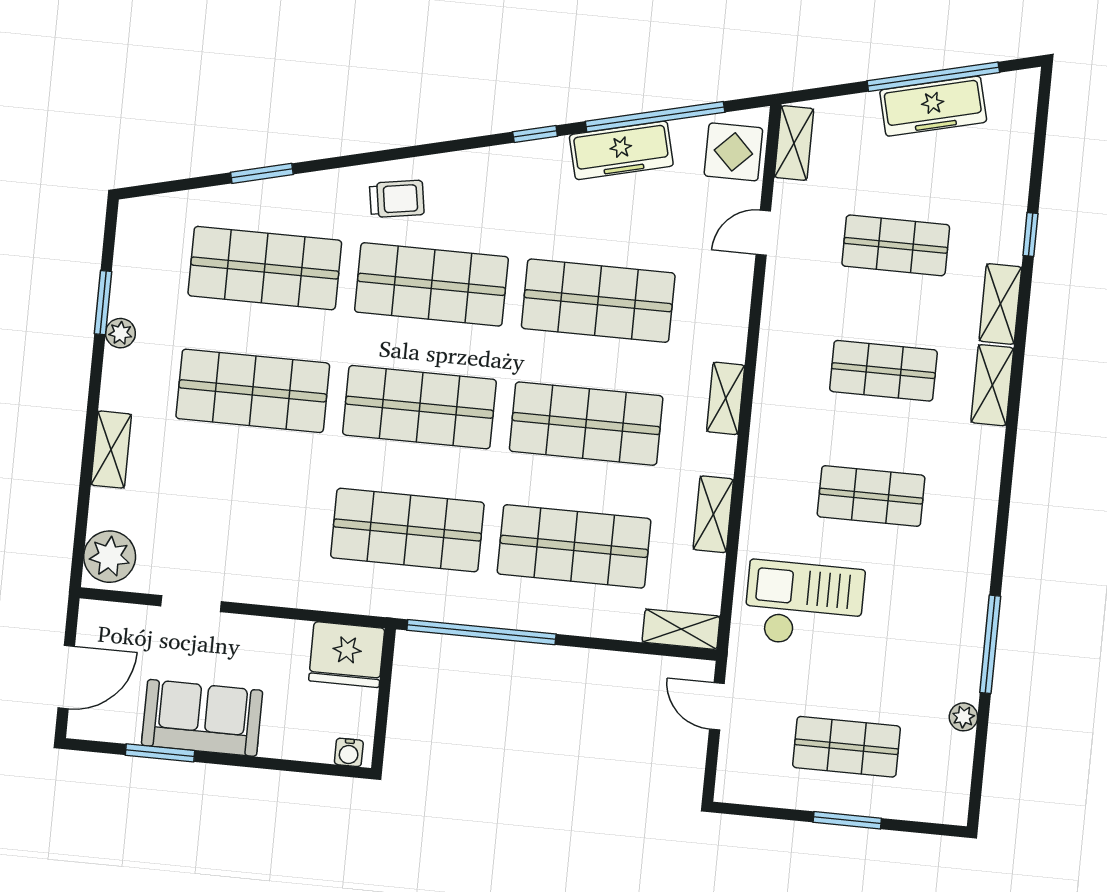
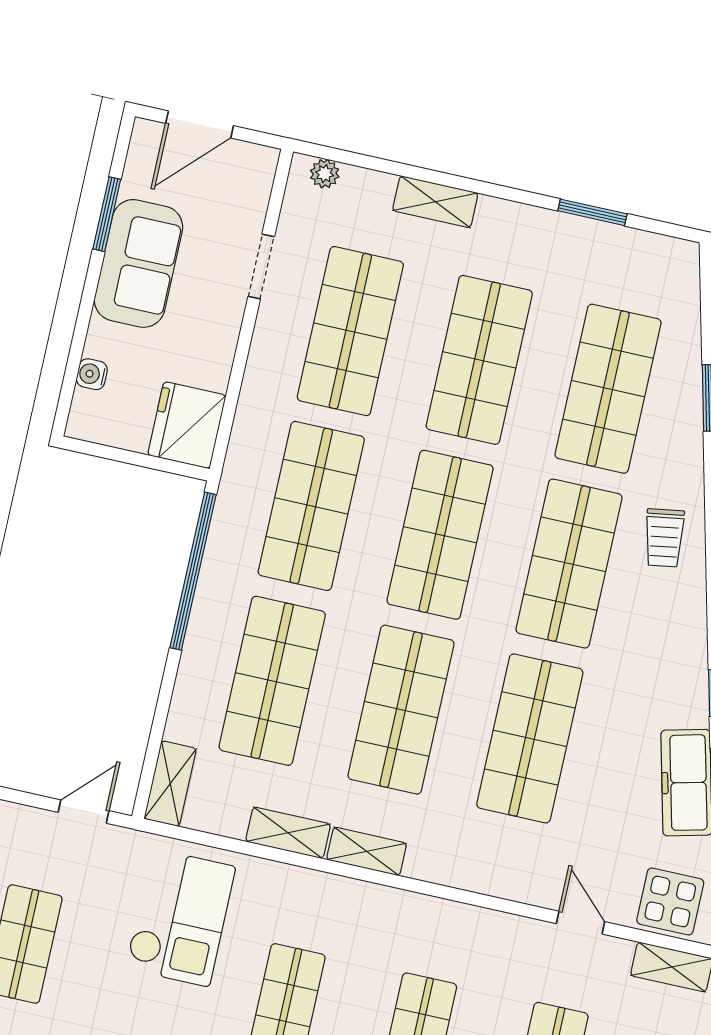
plant: (120, 333) -> (558, 227), removed
shelving: (726, 398) -> (367, 851), moved
shop shelf: (241, 514) -> (350, 331), added
plant: (110, 557) -> (325, 174), width x0.53, depth x0.53
door: (66, 677) -> (200, 124), hinge flipped
water cooler: (349, 752) -> (92, 374), moved

